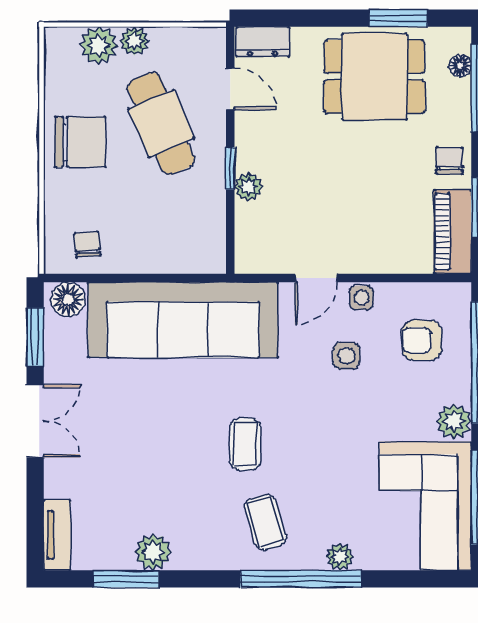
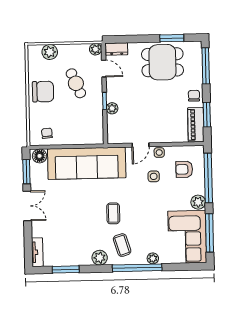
plant: (134, 41) -> (95, 49), moved
floor lamp: (460, 66) -> (197, 57), removed
cafe table: (161, 123) -> (76, 83), width x0.73, depth x0.74
plant: (153, 552) -> (100, 258), moved

